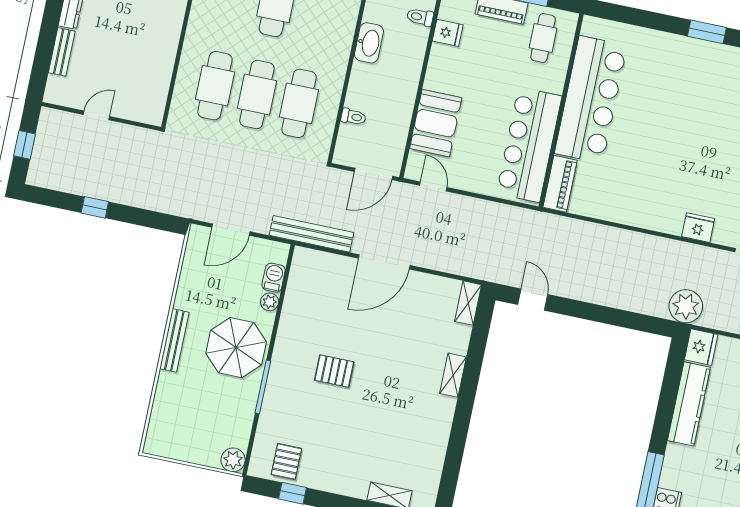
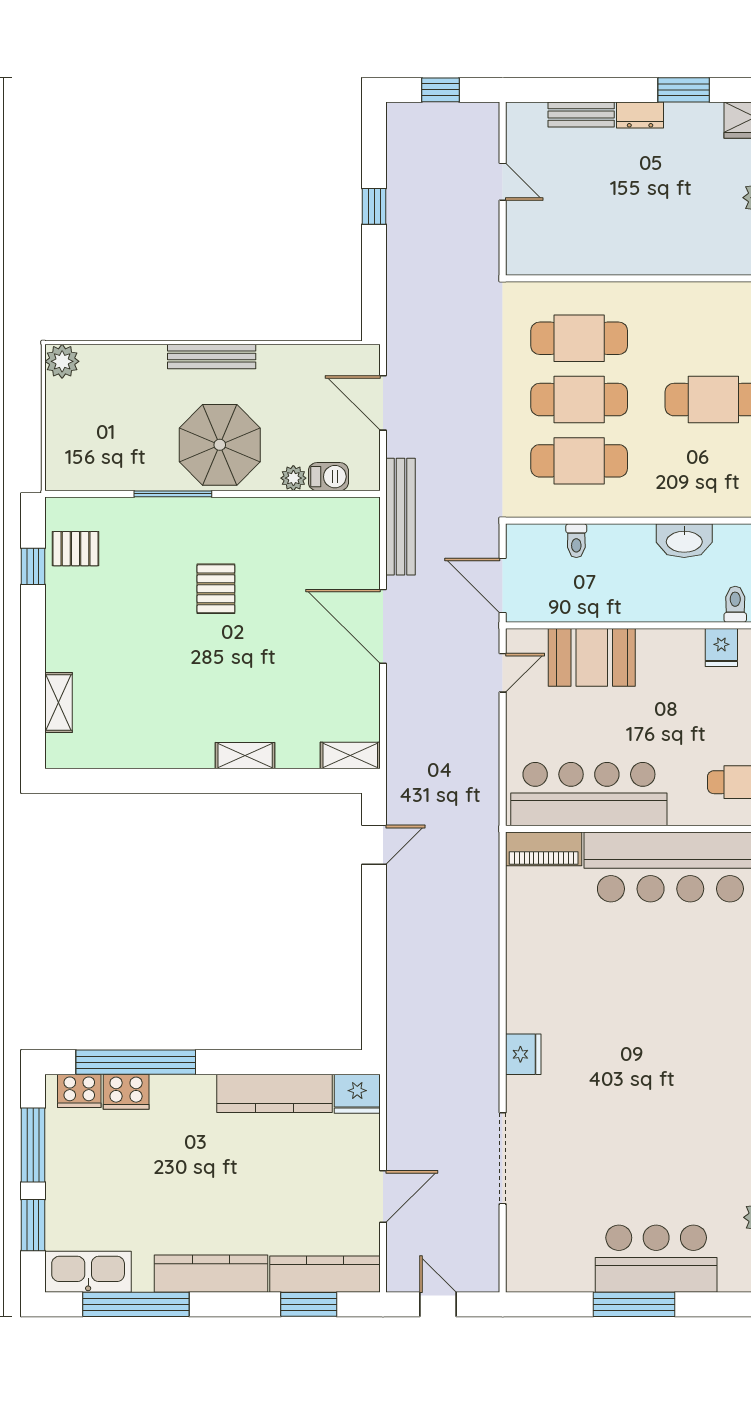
plant: (686, 306) -> (410, 1060), removed
plant: (233, 460) -> (62, 361), moved

